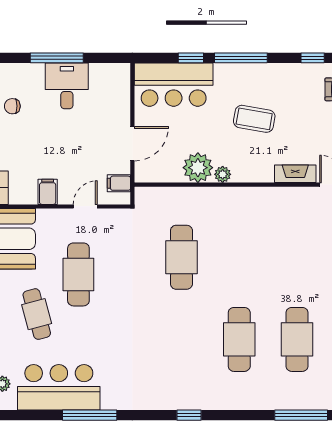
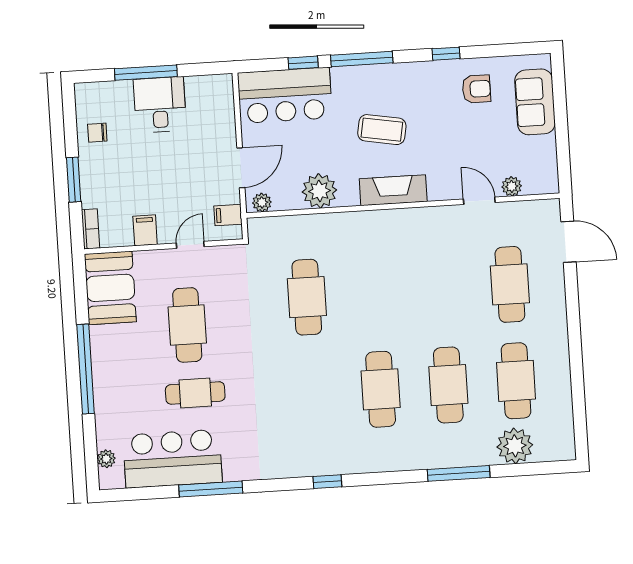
plant: (223, 174) -> (262, 202), moved
fireplace: (295, 174) -> (393, 190), moved, width x1.37, depth x1.32
cafe table: (37, 314) -> (195, 393), moved, turned -75

